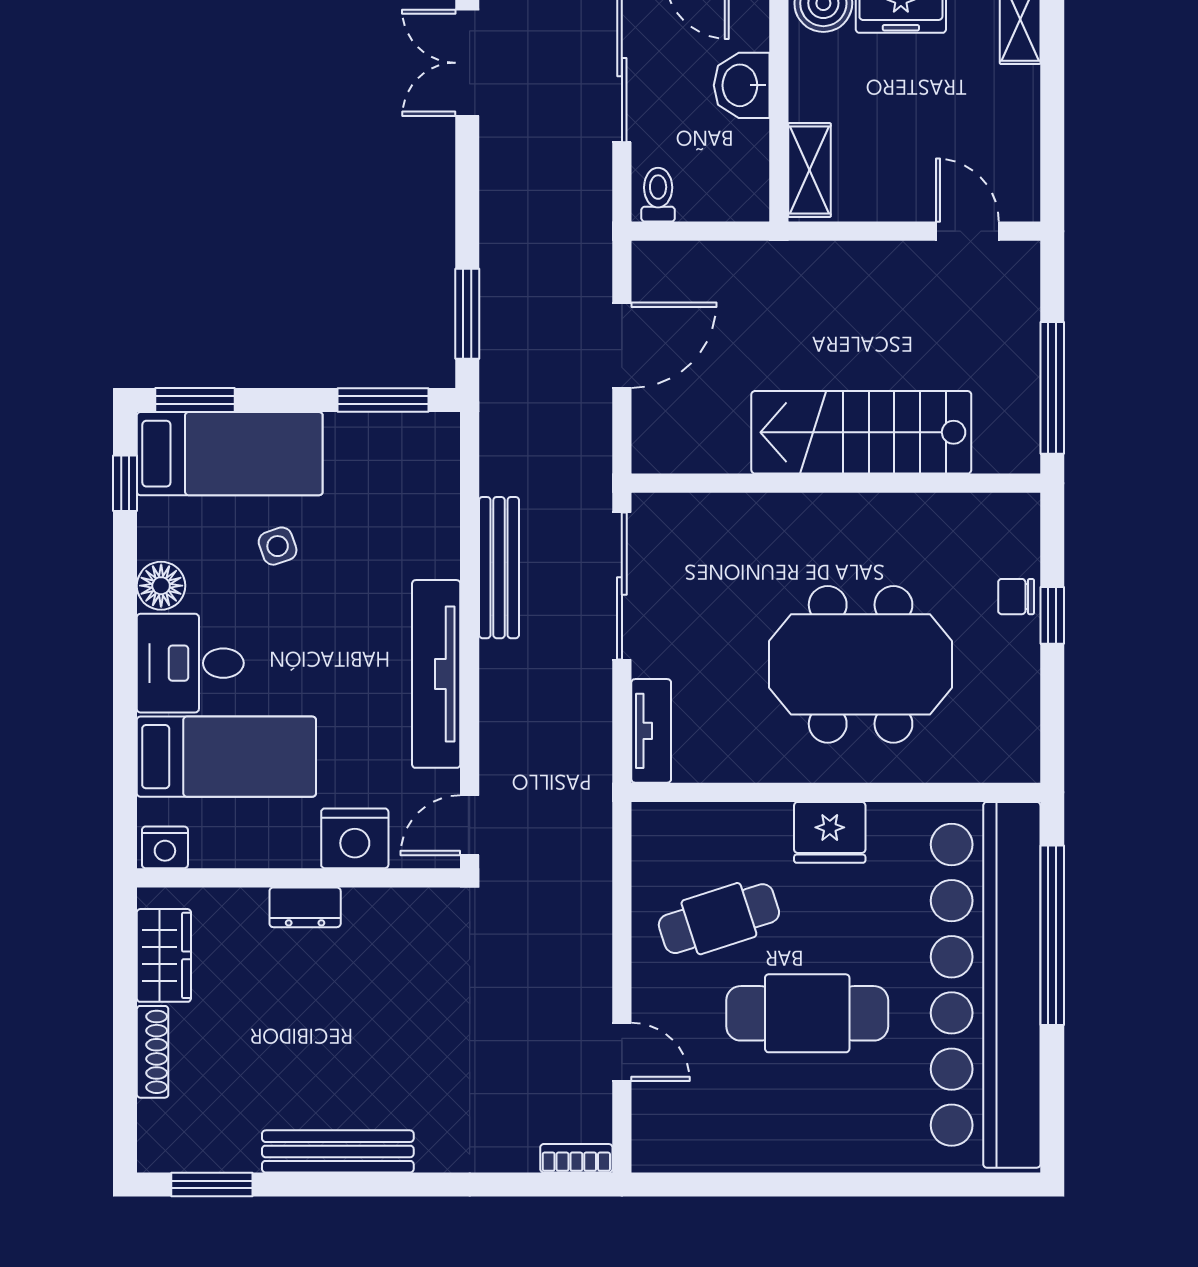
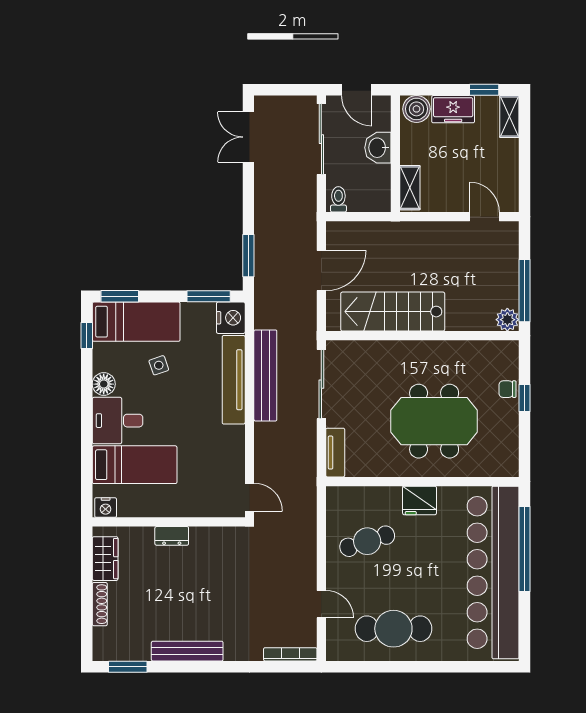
stairs: (861, 432) -> (393, 312), moved
plant: (1016, 449) -> (507, 320), added
bench: (499, 568) -> (265, 375), width x1.37, depth x1.21
tv unit: (436, 674) -> (234, 380), moved
door: (470, 825) -> (250, 497), swing flipped
nightstand: (355, 838) -> (231, 318), moved, turned -90
cafe table: (807, 1013) -> (393, 629), moved
bookcase: (576, 1158) -> (290, 654), width x1.56

